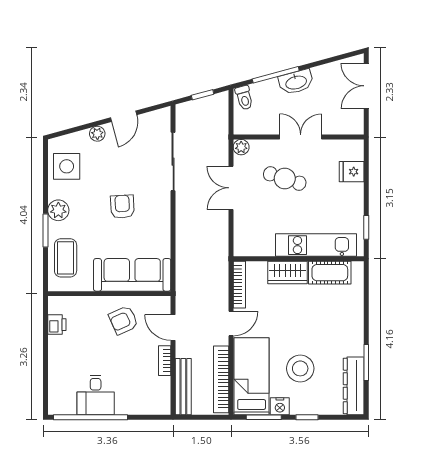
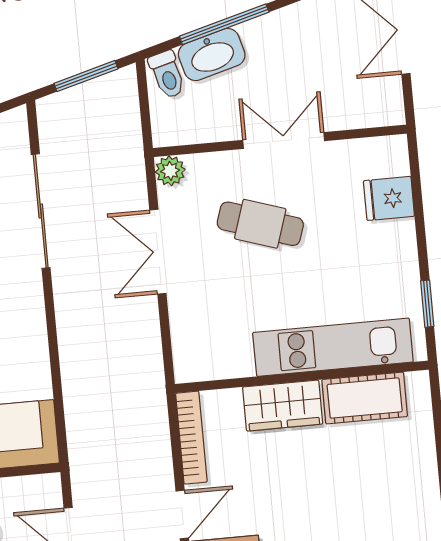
washbasin: (296, 82) -> (212, 55), moved
window: (203, 95) -> (86, 76), width x1.50

